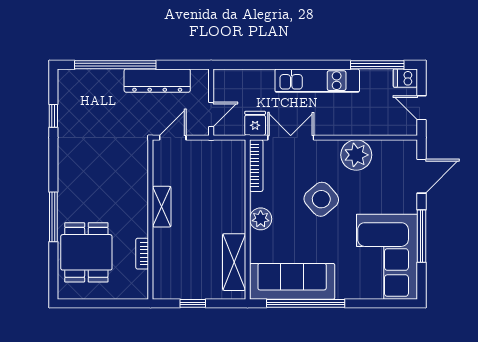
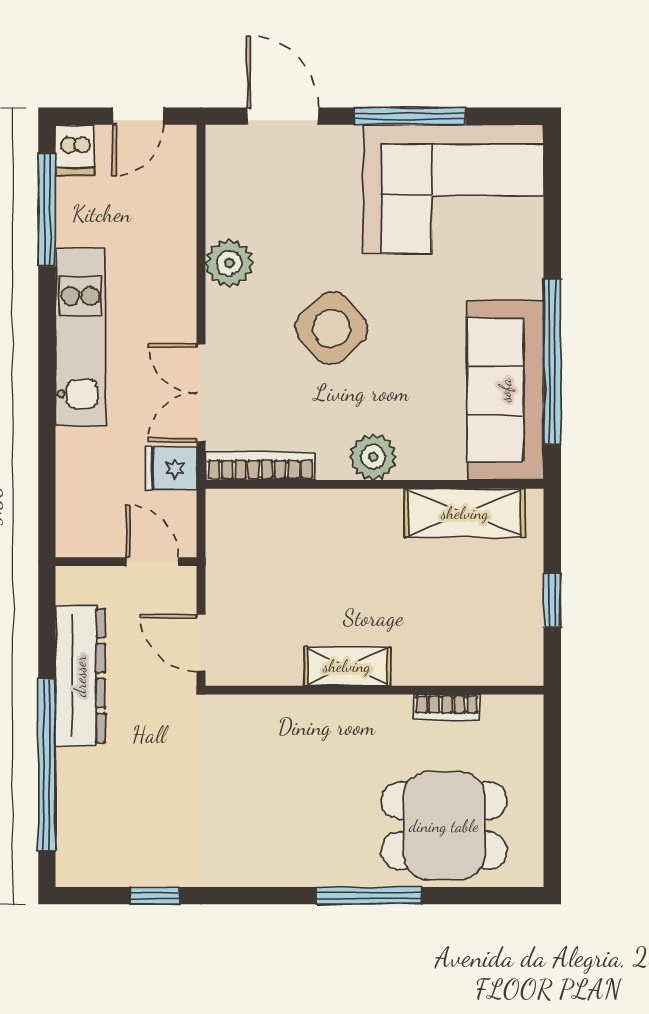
plant: (356, 155) -> (229, 263), width x0.73, depth x0.73

